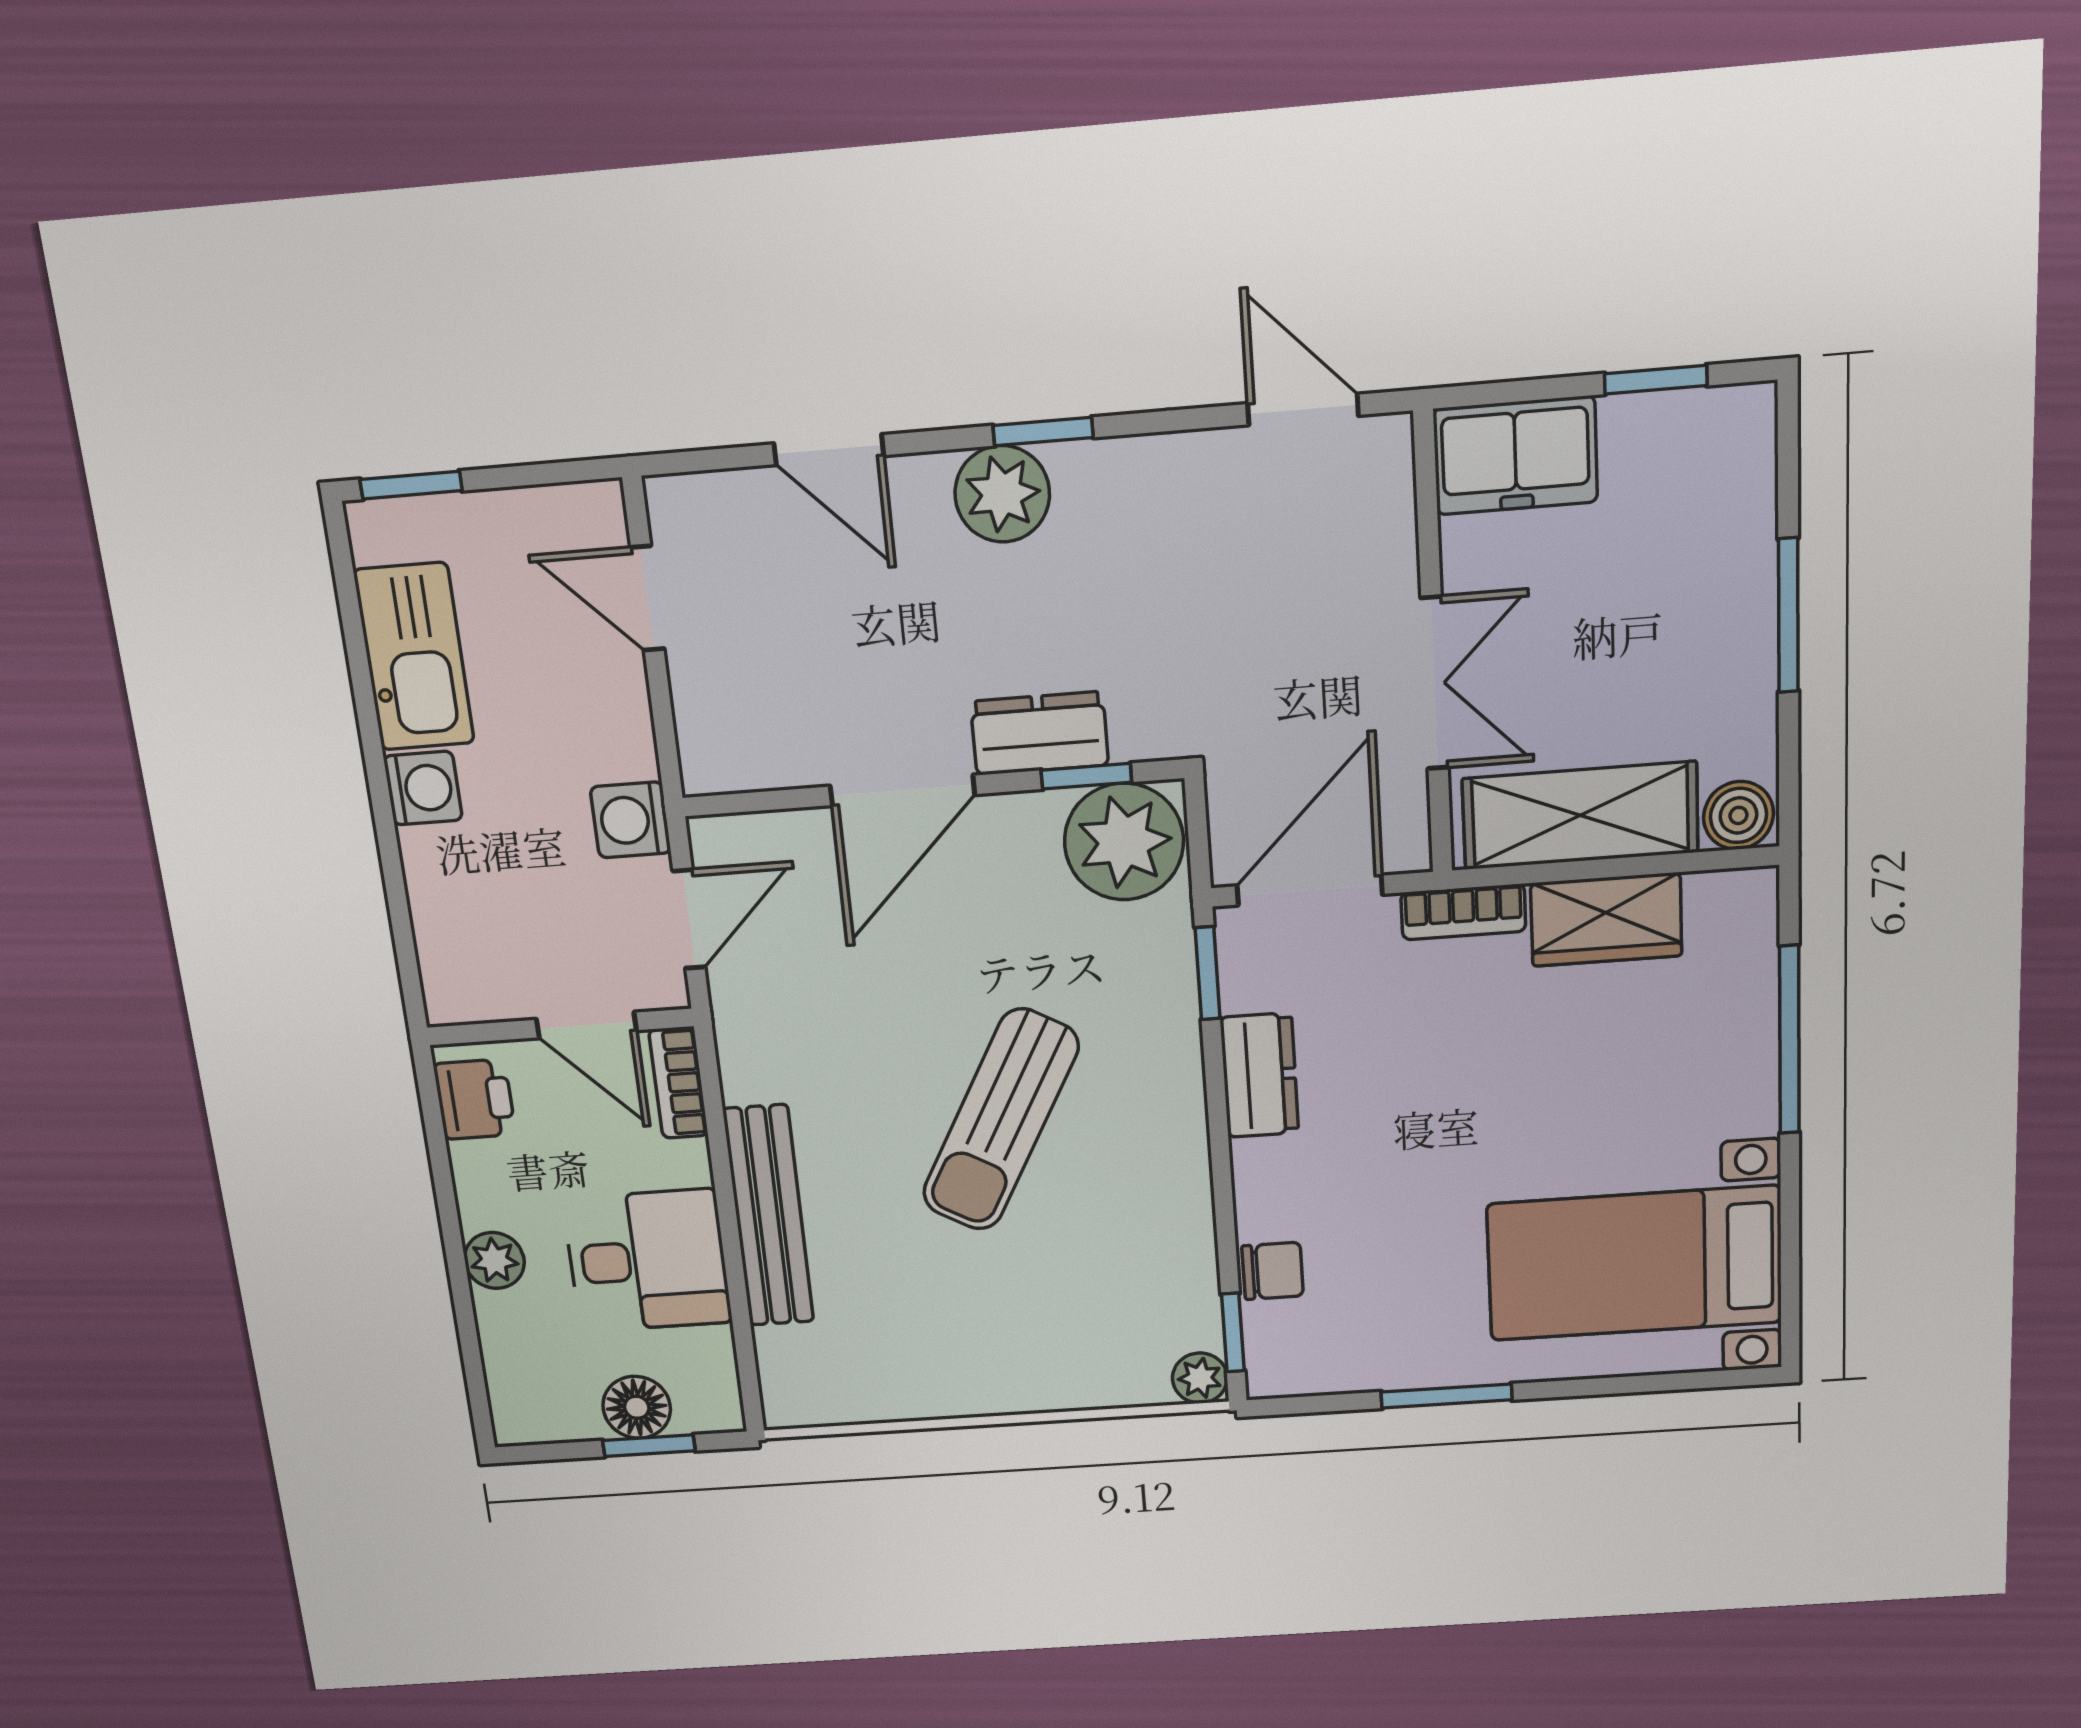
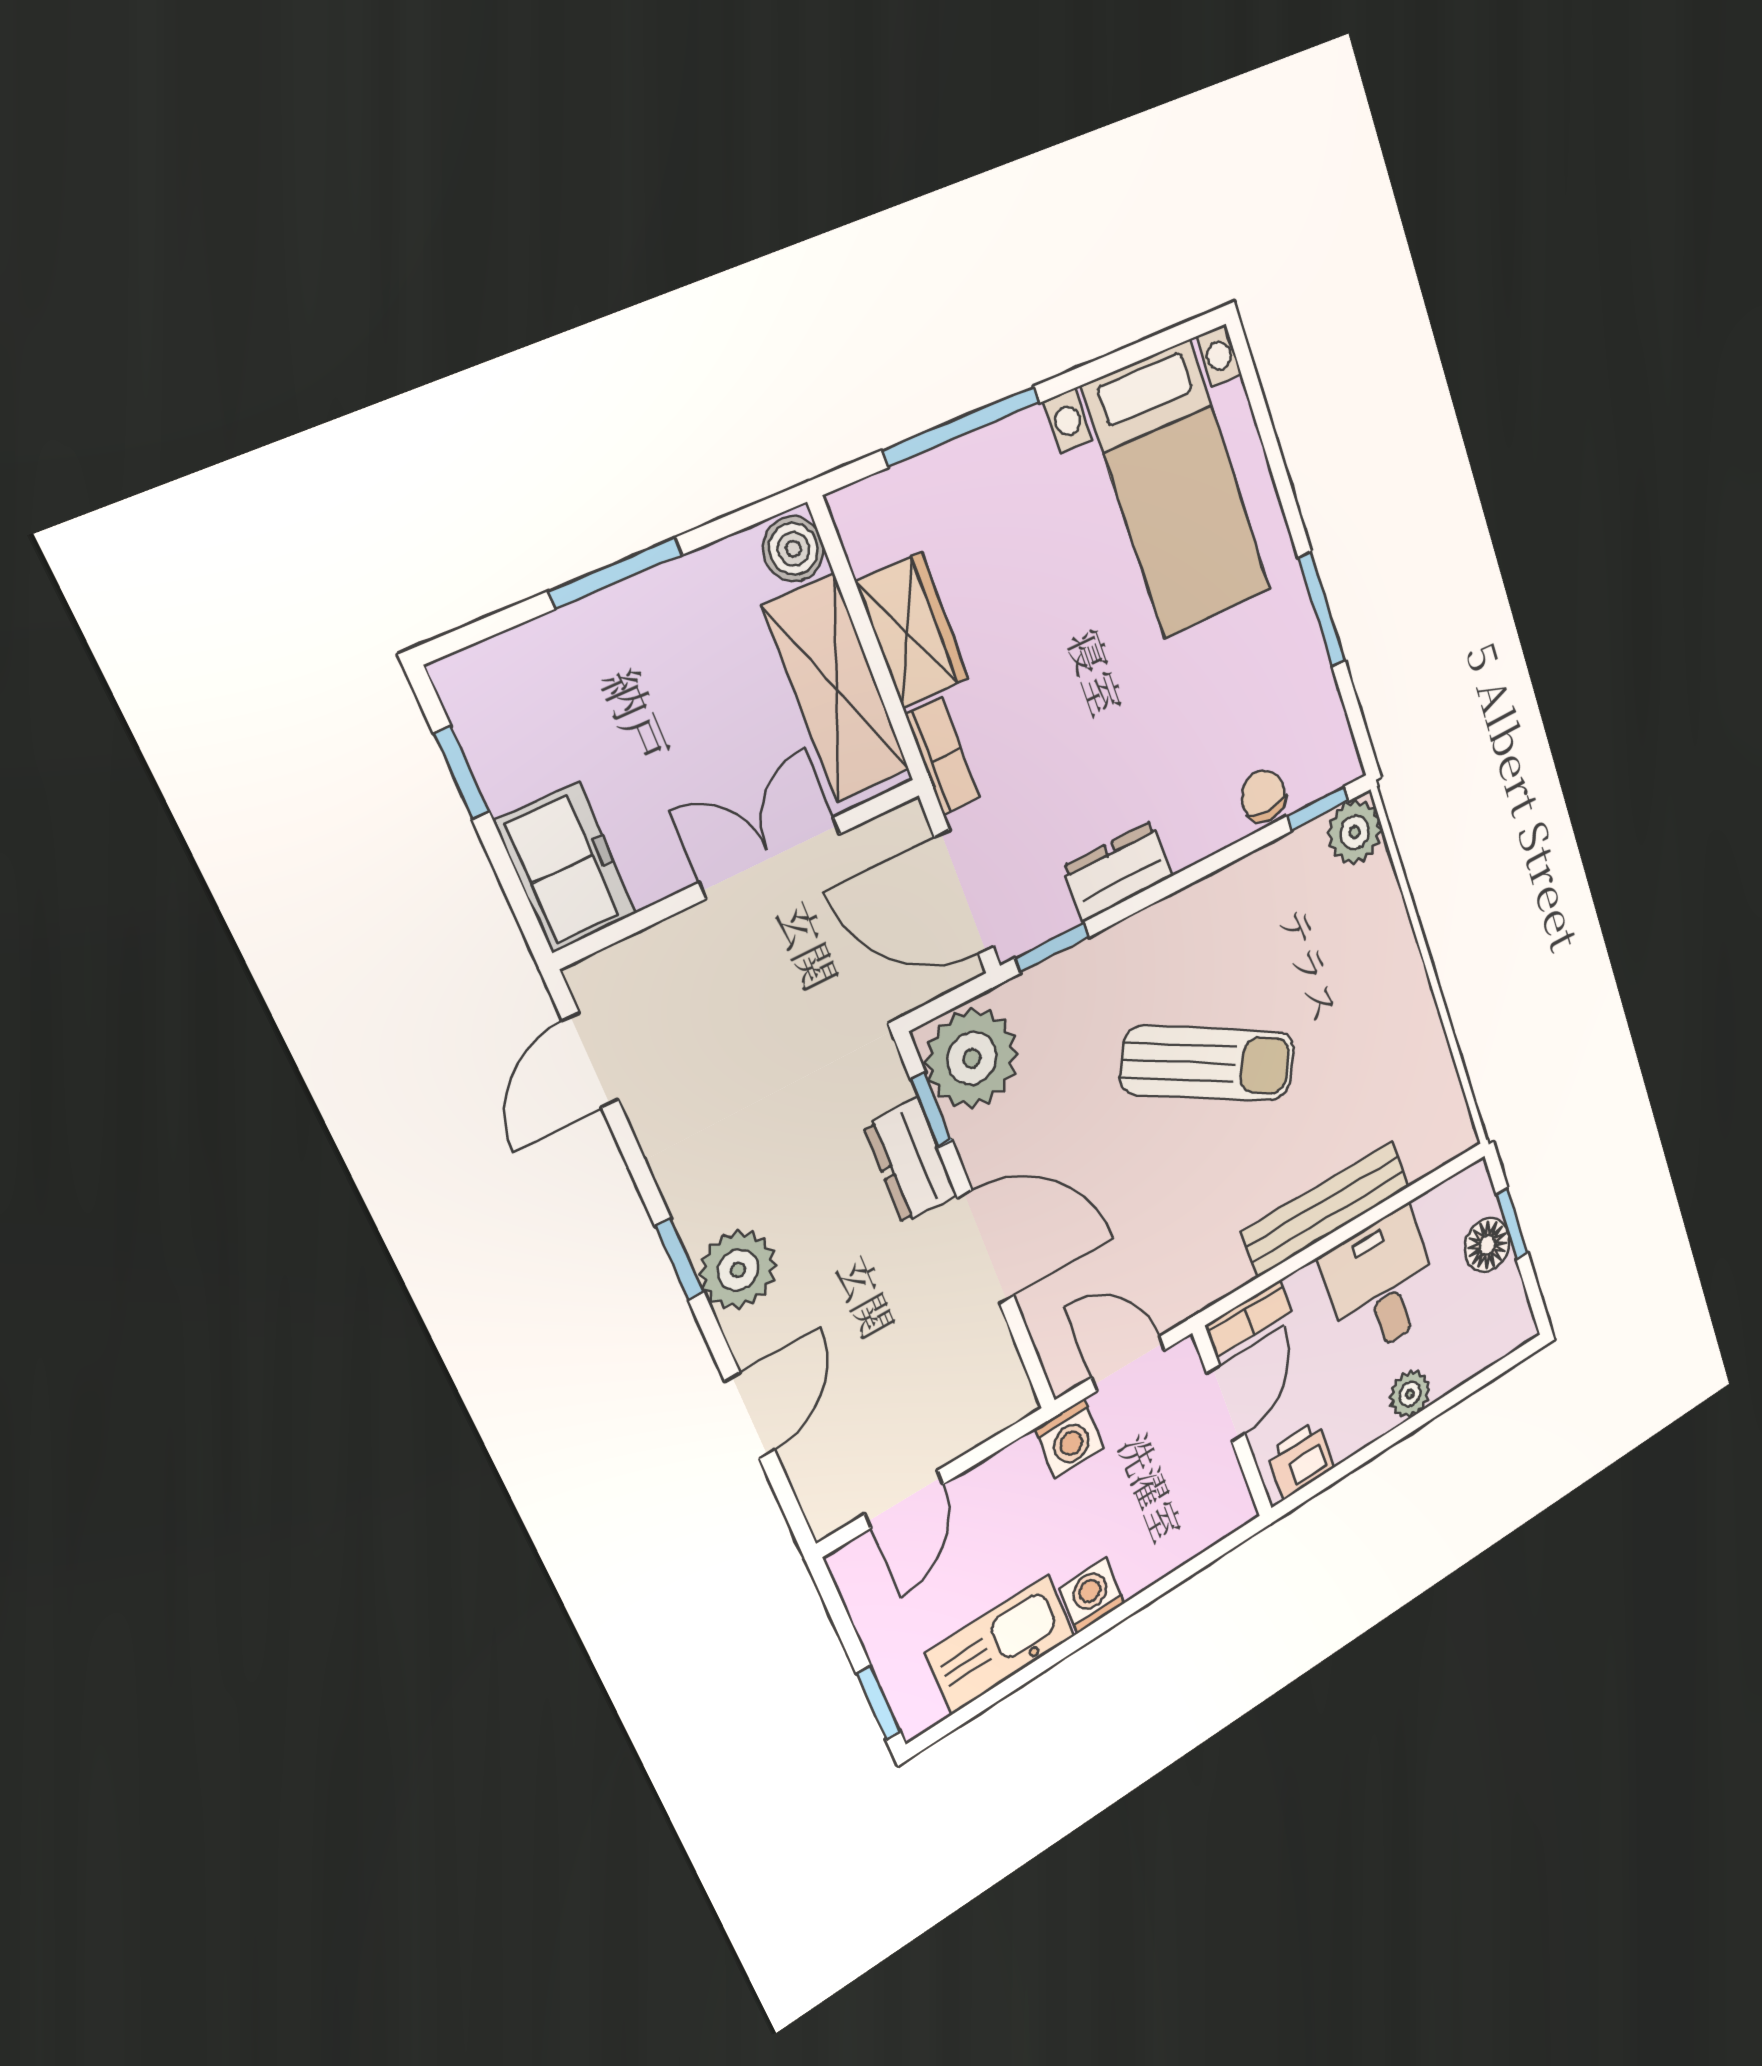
plant: (1200, 1378) -> (1355, 832), width x1.38, depth x1.38

